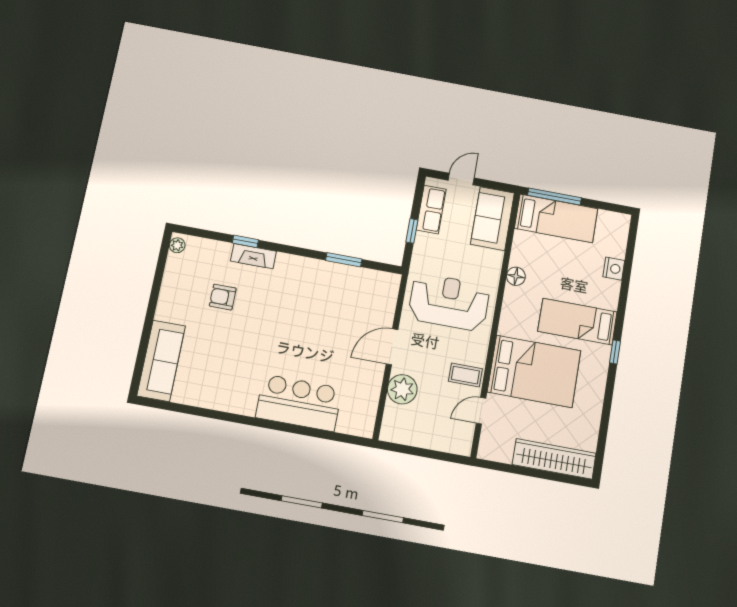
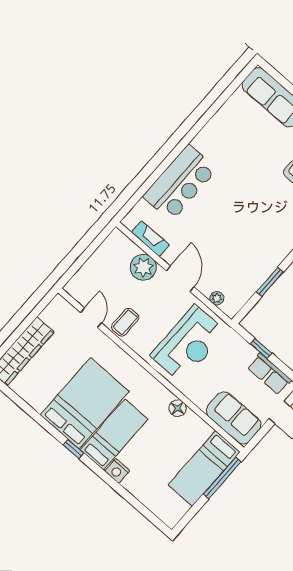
nightstand: (614, 269) -> (117, 471), moved
plant: (390, 301) -> (217, 298), added
bed: (534, 371) -> (85, 403), moved, turned 180
fireplace: (370, 399) -> (150, 239), added

